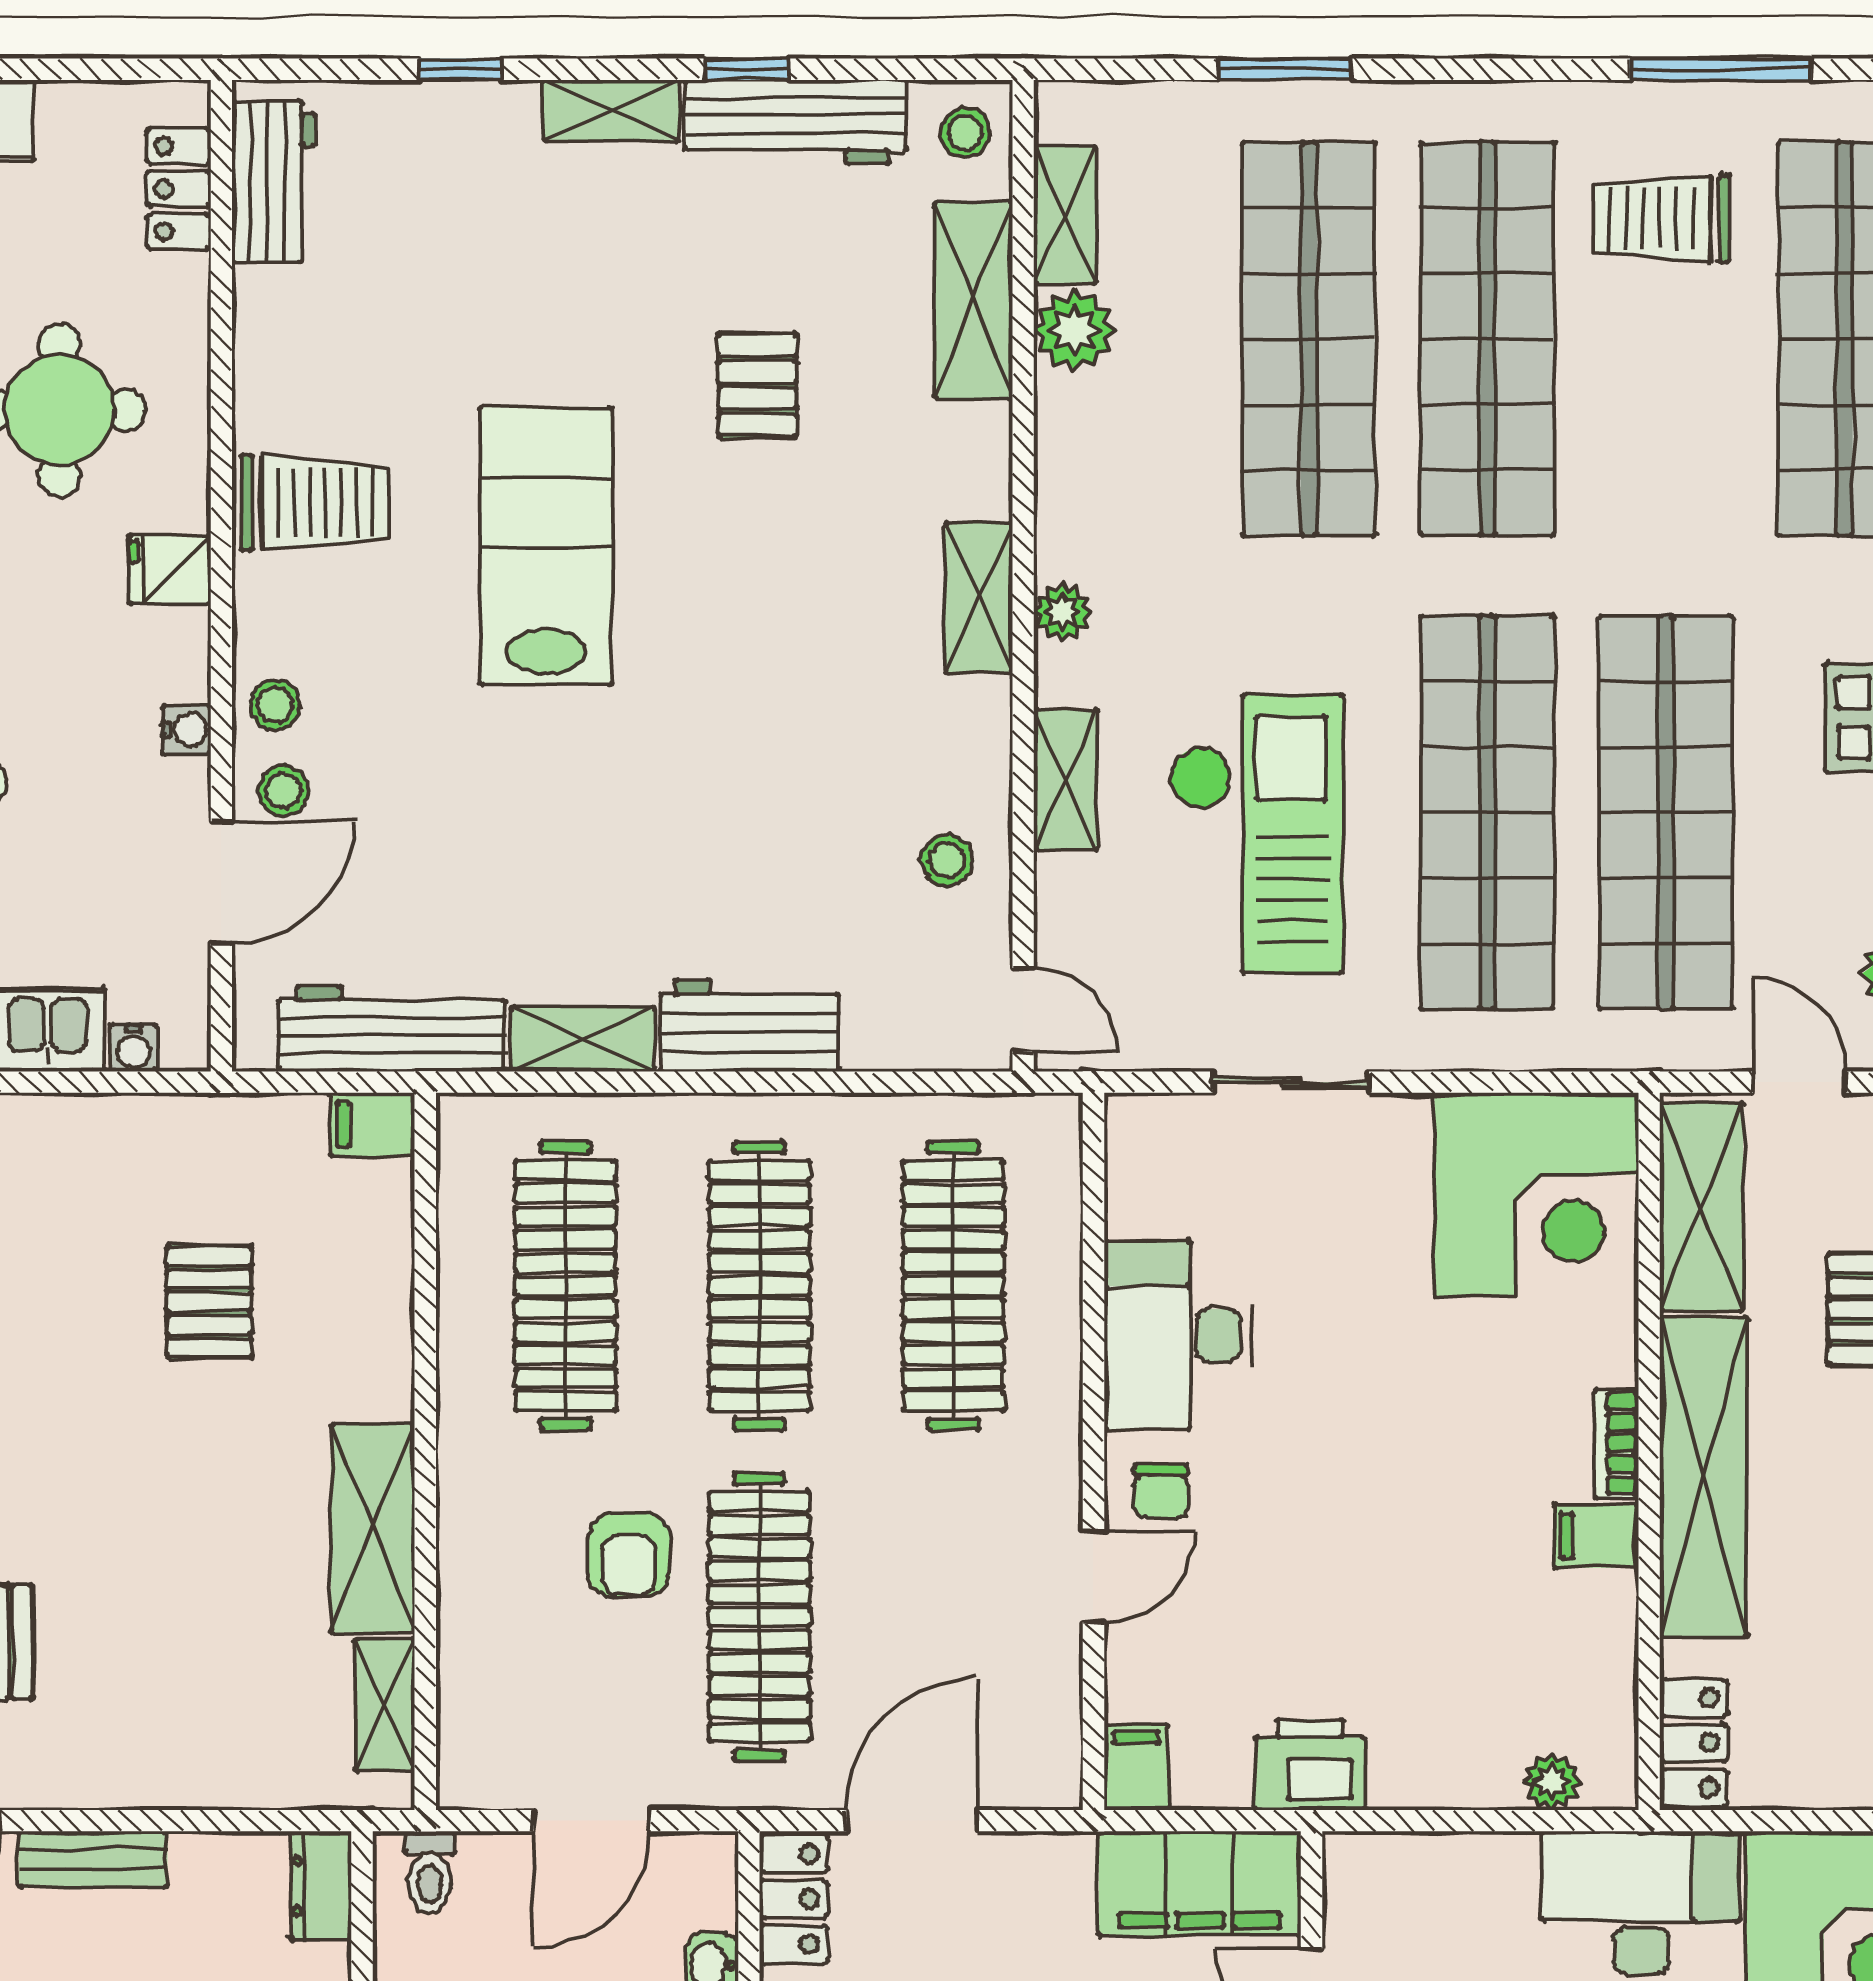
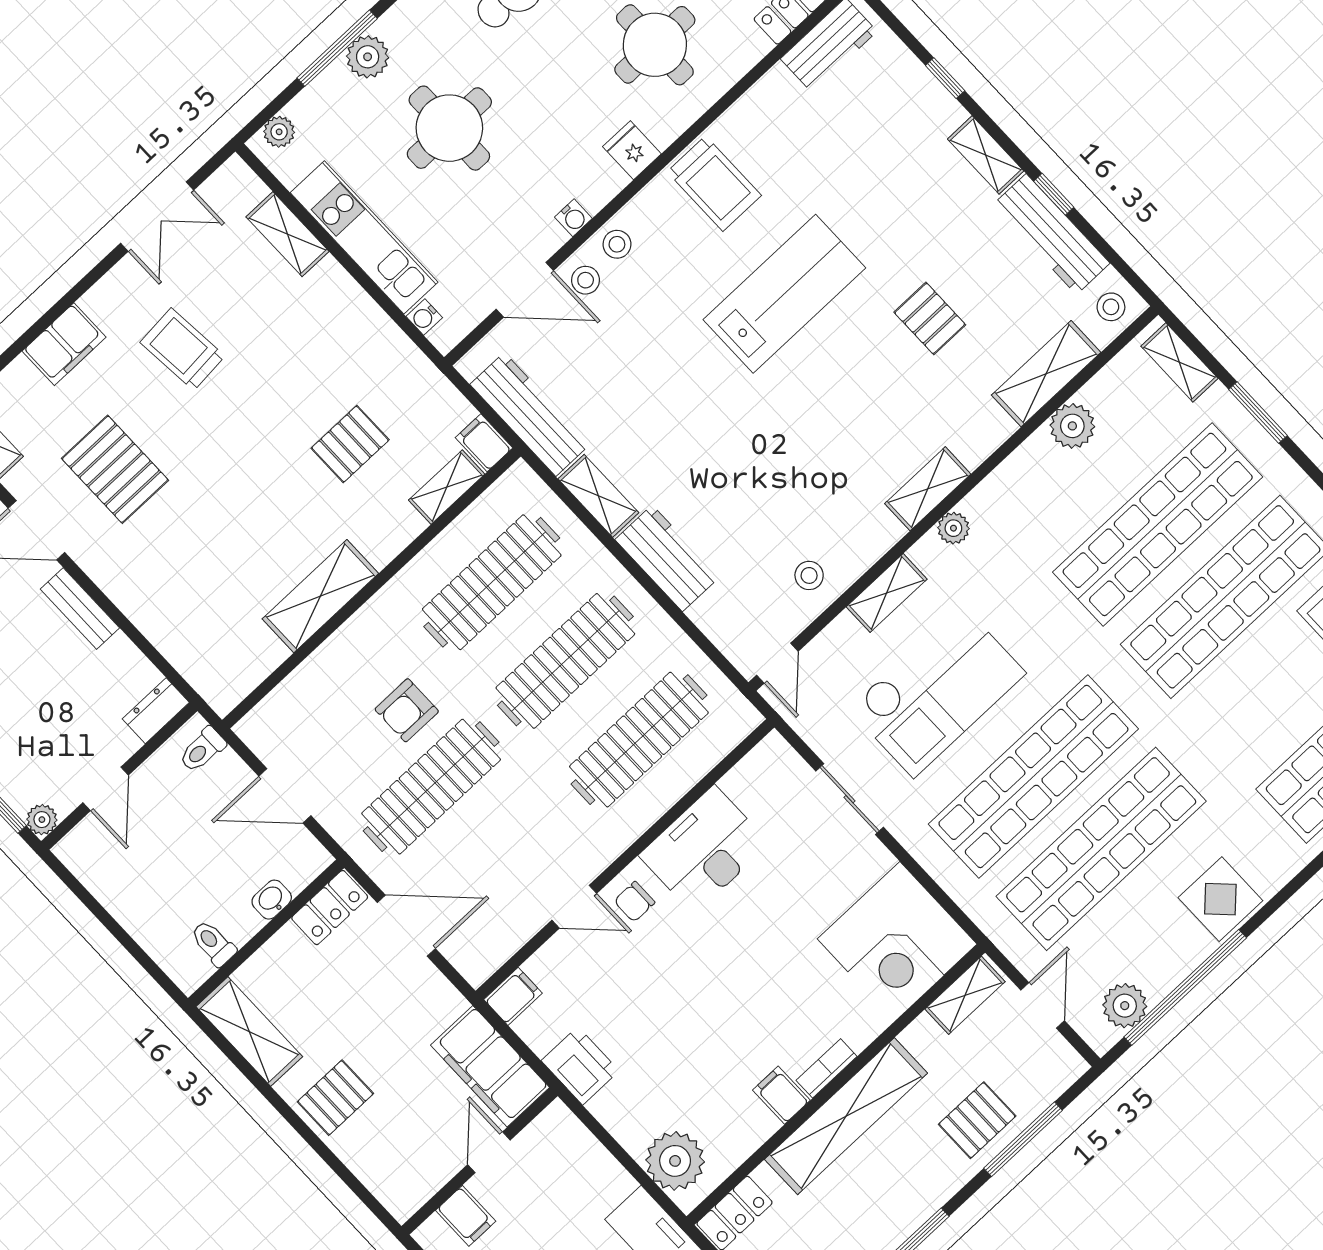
shelving: (1065, 215) -> (1179, 362), moved, turned 90
pallet: (758, 385) -> (930, 318), turned 90
shelving: (1701, 1207) -> (965, 995), width x0.67, depth x0.75
shelving: (385, 1705) -> (447, 487), moved
plant: (1552, 1782) -> (675, 1161), width x1.87, depth x1.87

